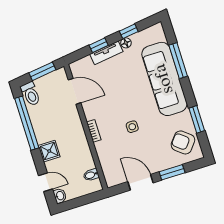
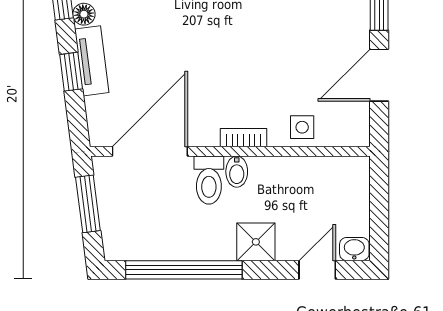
door: (74, 91) -> (150, 151), width x1.36
toilet: (31, 94) -> (209, 180), moved, turned 97
side table: (132, 127) -> (302, 127), moved
bidet: (91, 175) -> (237, 172), moved

